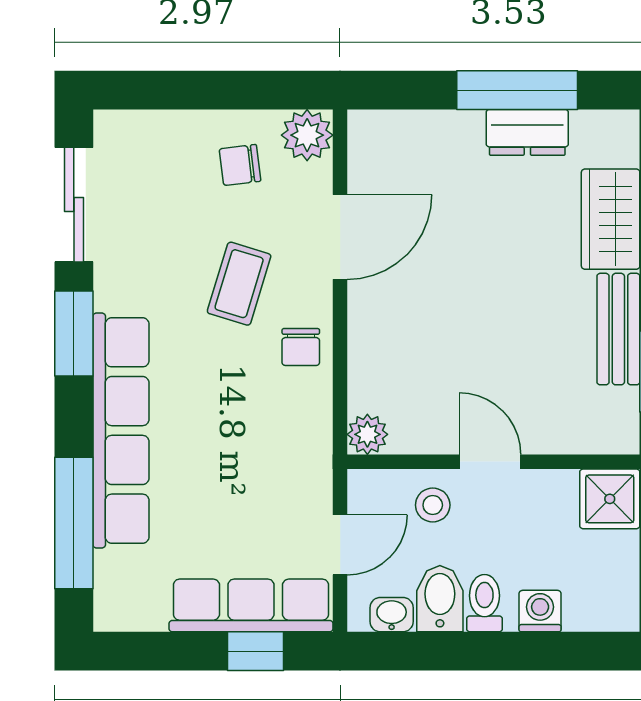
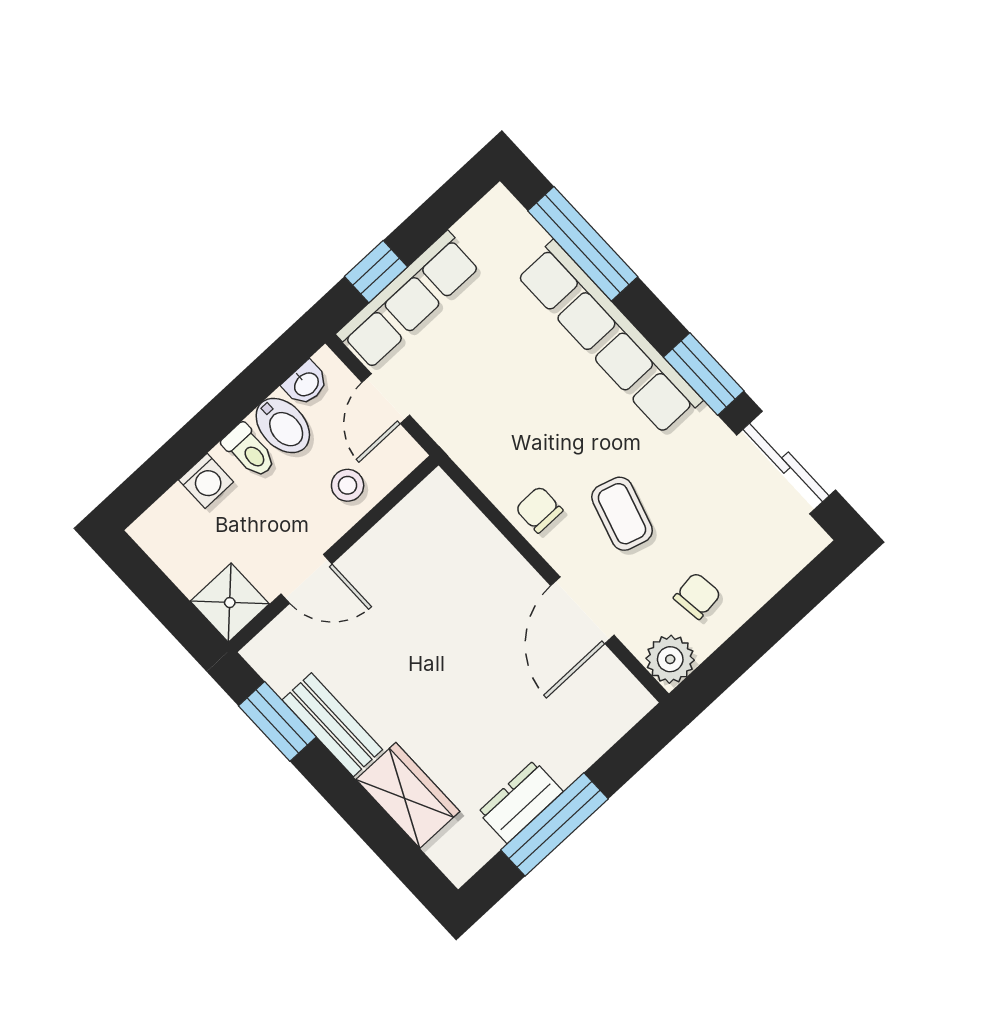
plant: (367, 434) -> (438, 492), removed
door: (490, 462) -> (306, 579), moved

